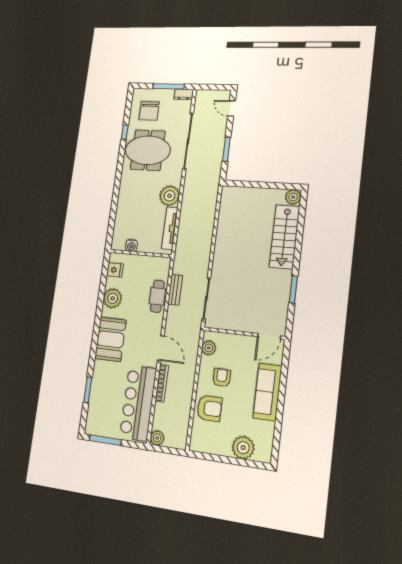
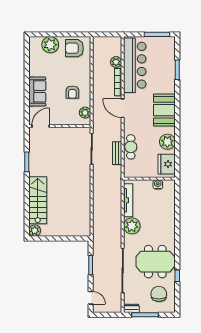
fridge: (115, 270) -> (167, 164), width x1.88, depth x1.34
sofa: (267, 392) -> (37, 91), width x0.73
armchair: (209, 408) -> (74, 48), moved
plant: (157, 438) -> (116, 62), moved

